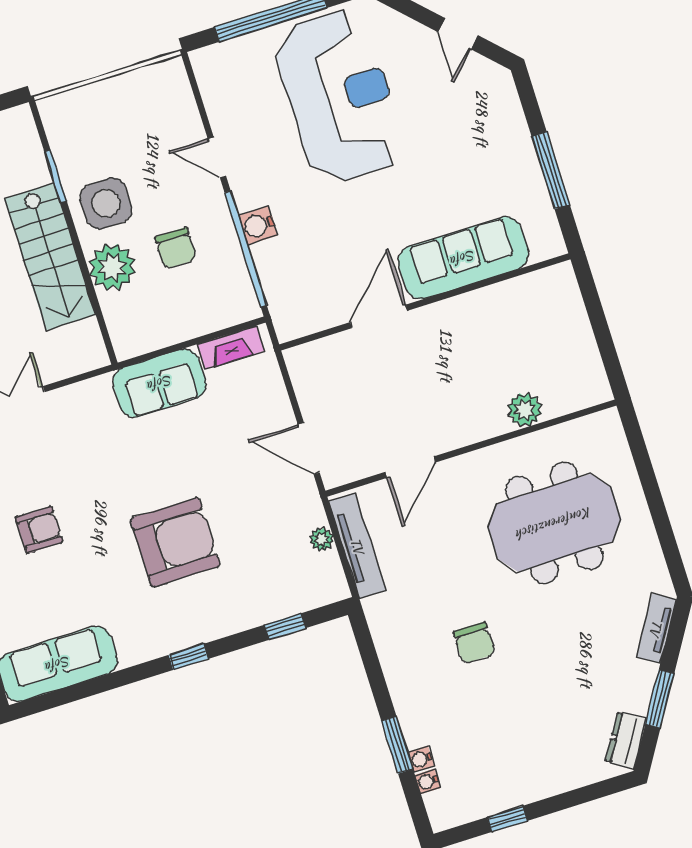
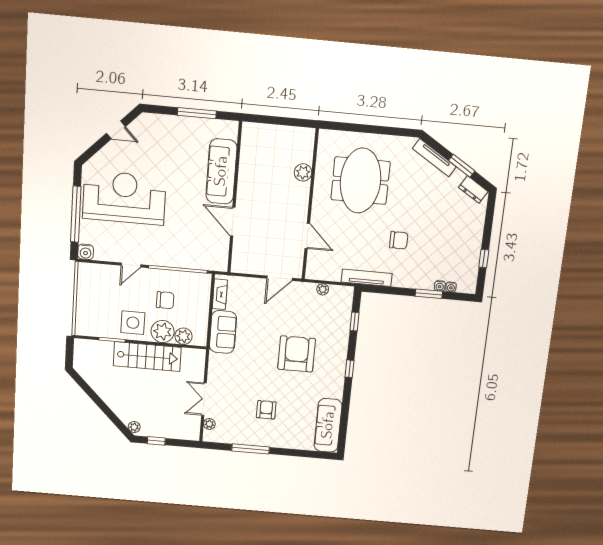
water cooler: (258, 225) -> (86, 252), moved
plant: (120, 311) -> (183, 336), added
tv unit: (357, 546) -> (367, 278), moved
tv unit: (656, 628) -> (434, 158), width x1.41

